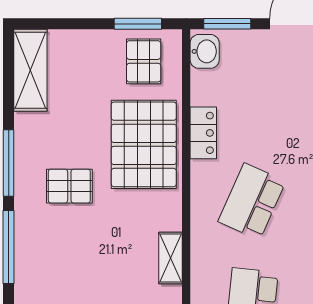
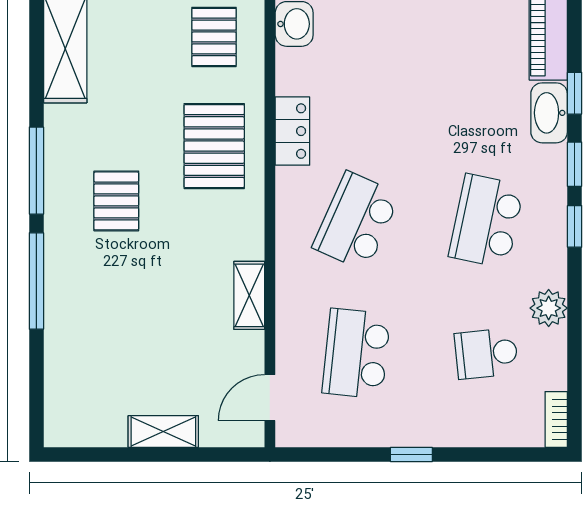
pallet: (144, 144) -> (214, 146), width x0.73, depth x0.71
pallet: (69, 186) -> (116, 201), turned 90

